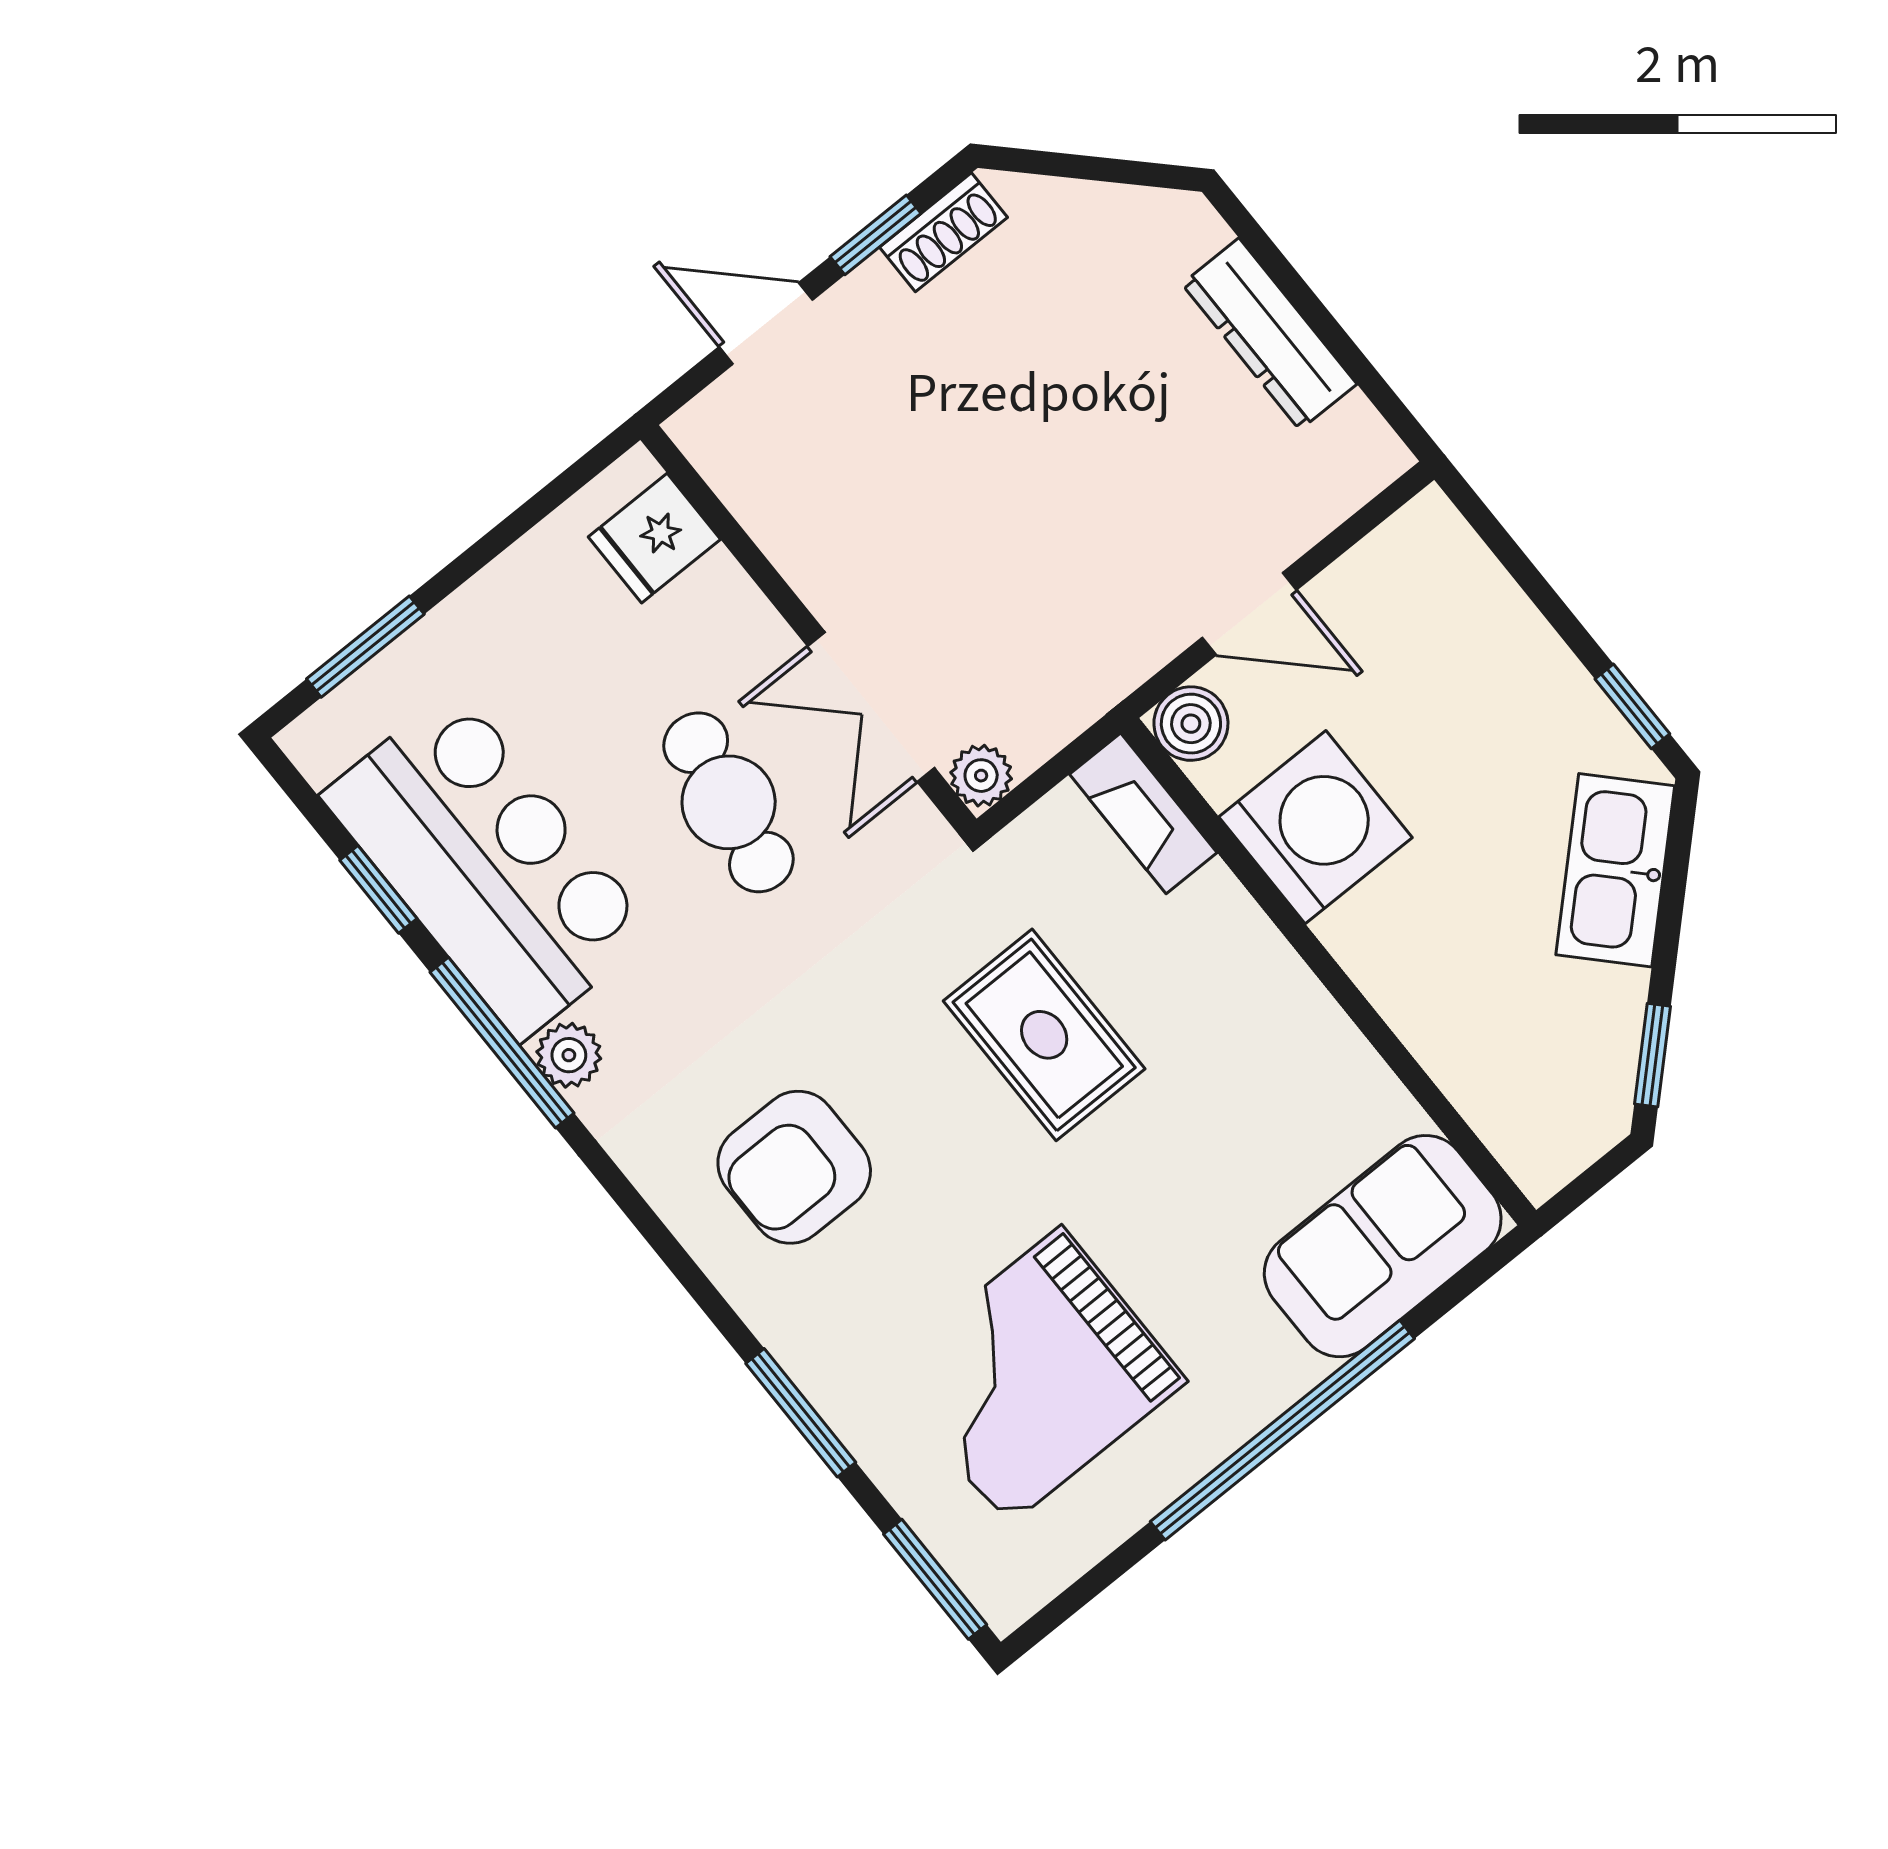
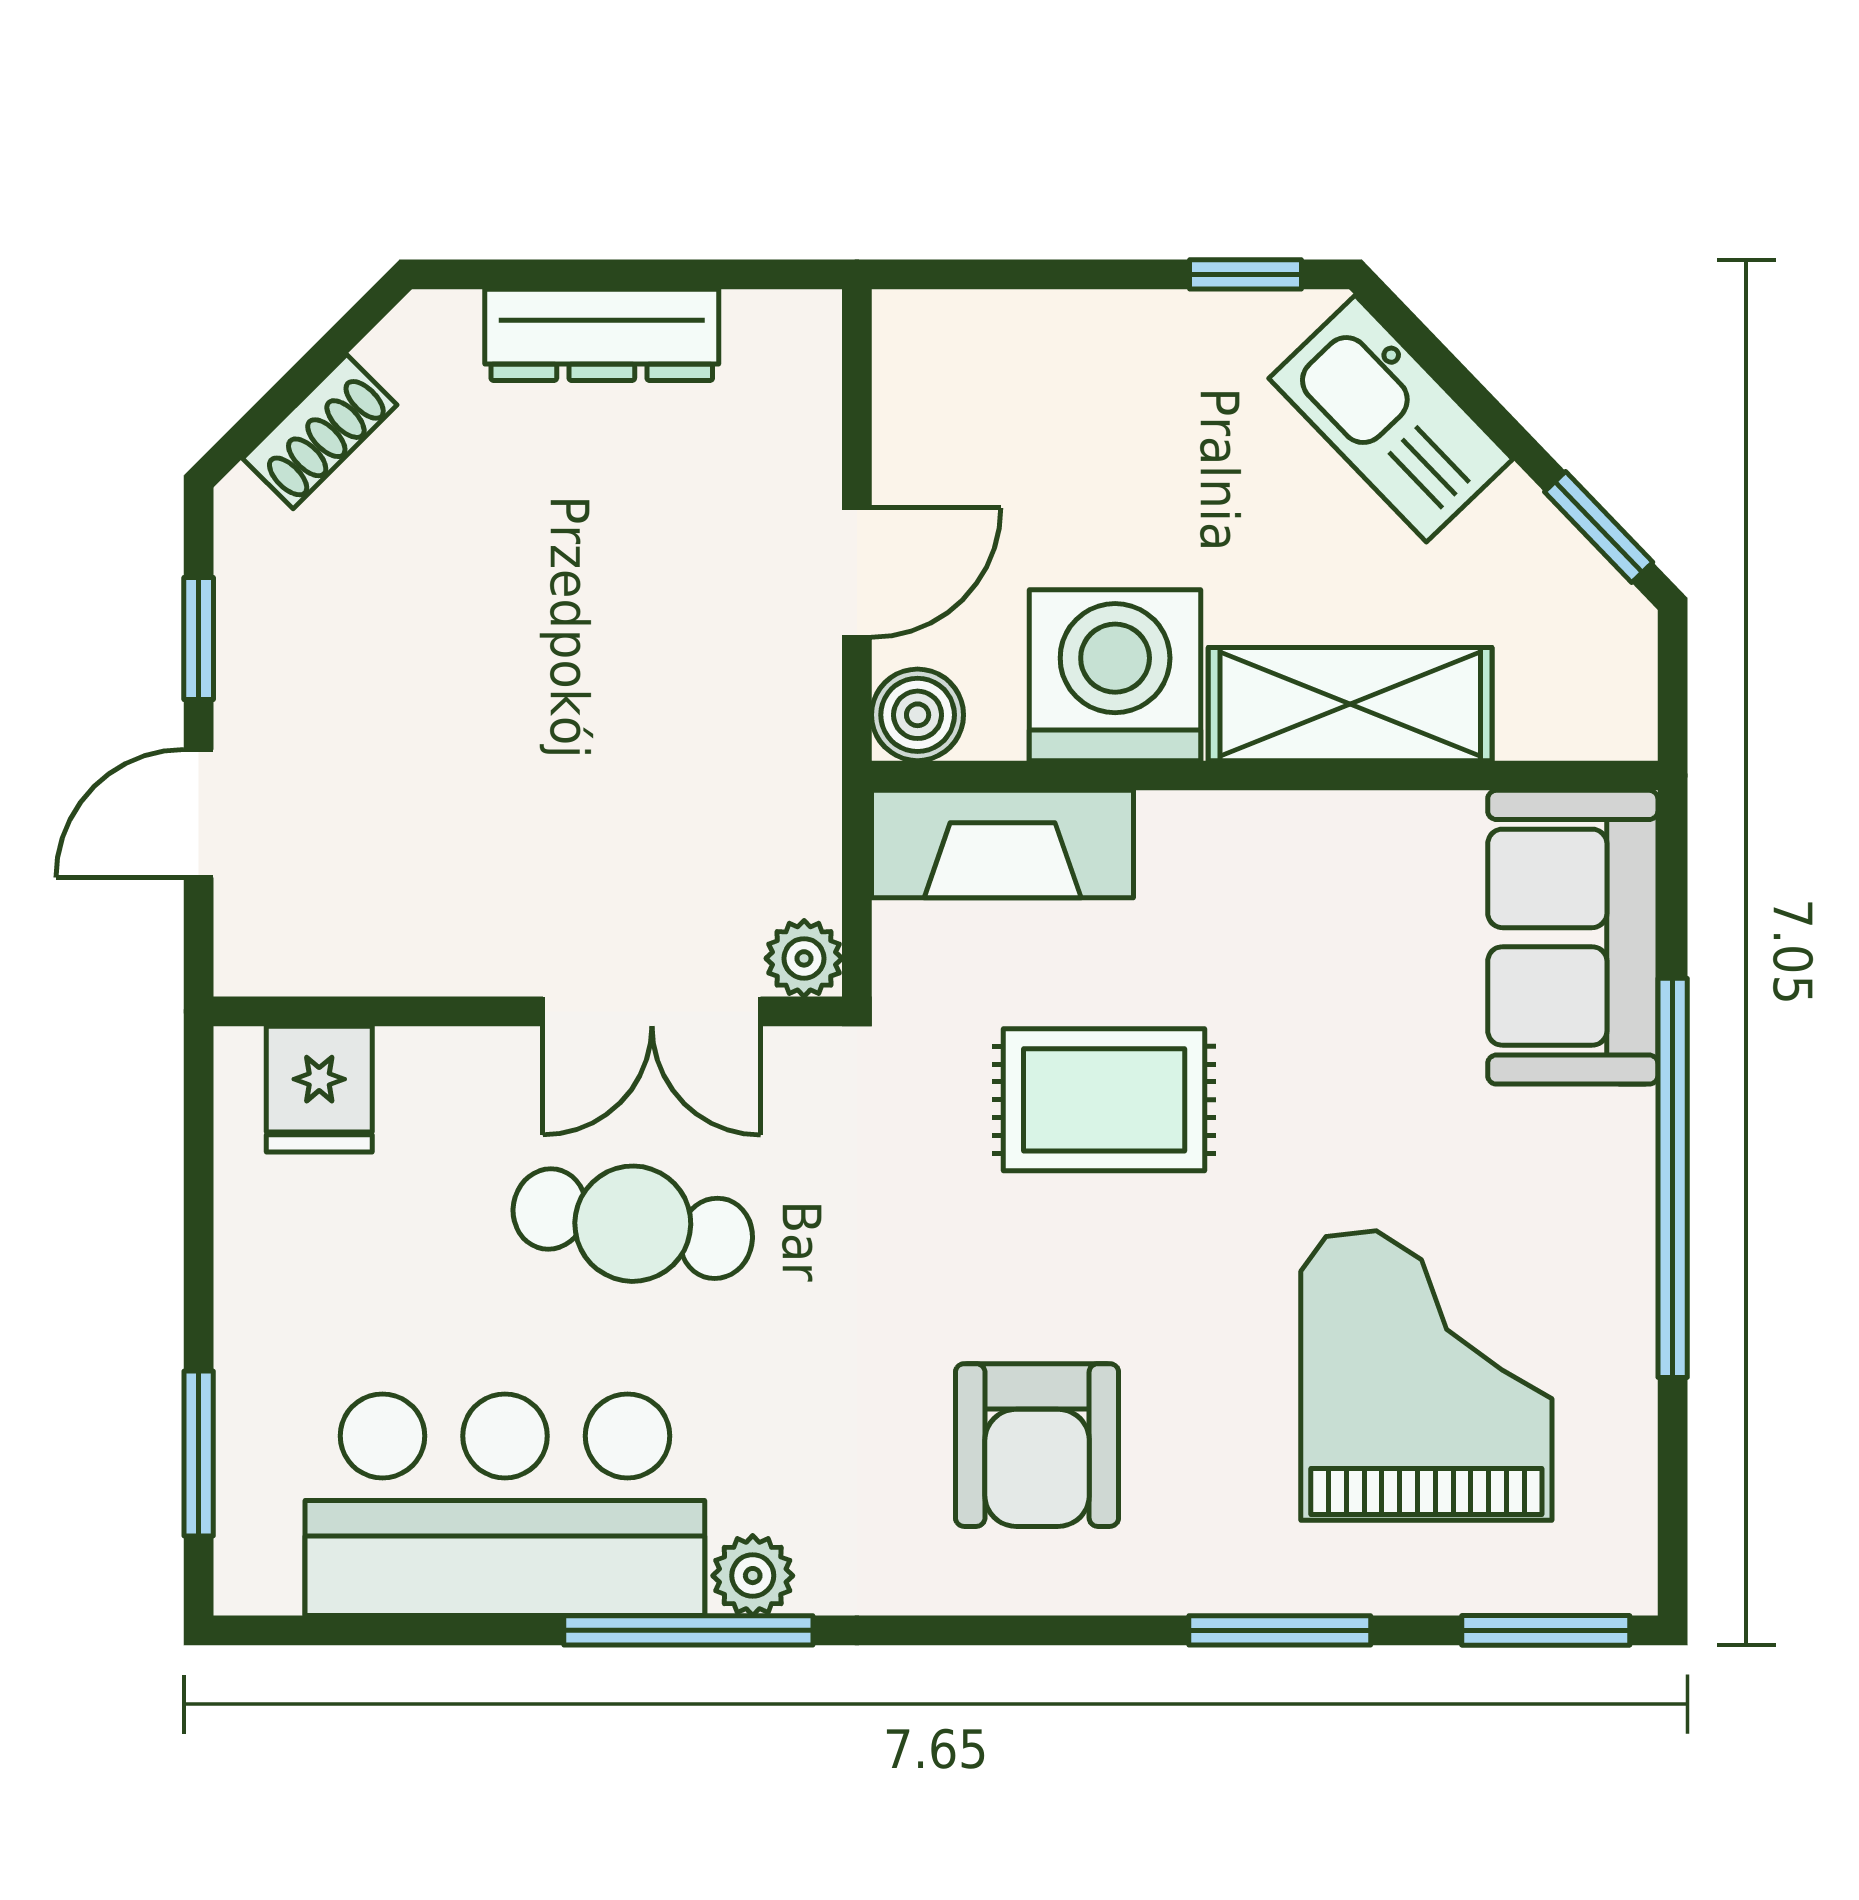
shoe rack: (943, 232) -> (320, 432), moved, turned 45
fireplace: (1143, 813) -> (1003, 844), width x1.37, depth x1.32
window: (378, 889) -> (444, 1630), removed
shelving: (1416, 989) -> (1350, 704), added
grand piano: (1034, 1376) -> (1426, 1376), turned 180

